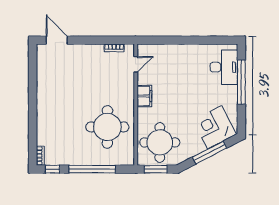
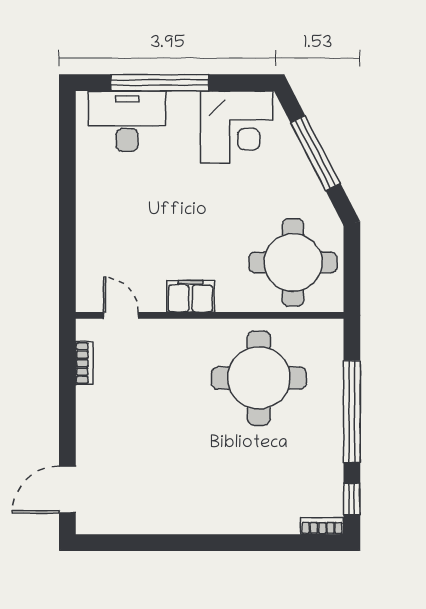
corner desk: (215, 127) -> (236, 127), moved, turned -63
window: (156, 169) -> (352, 272), removed

